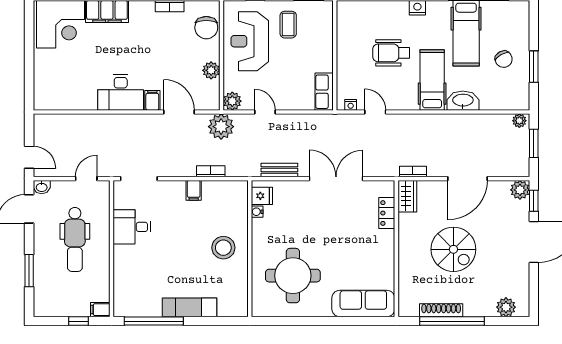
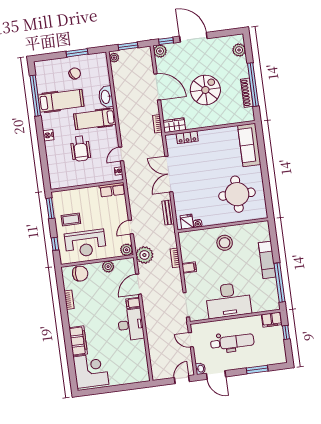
desk: (132, 227) -> (228, 300), width x1.87, depth x1.30
filing cabinet: (100, 310) -> (272, 320), width x2.00

